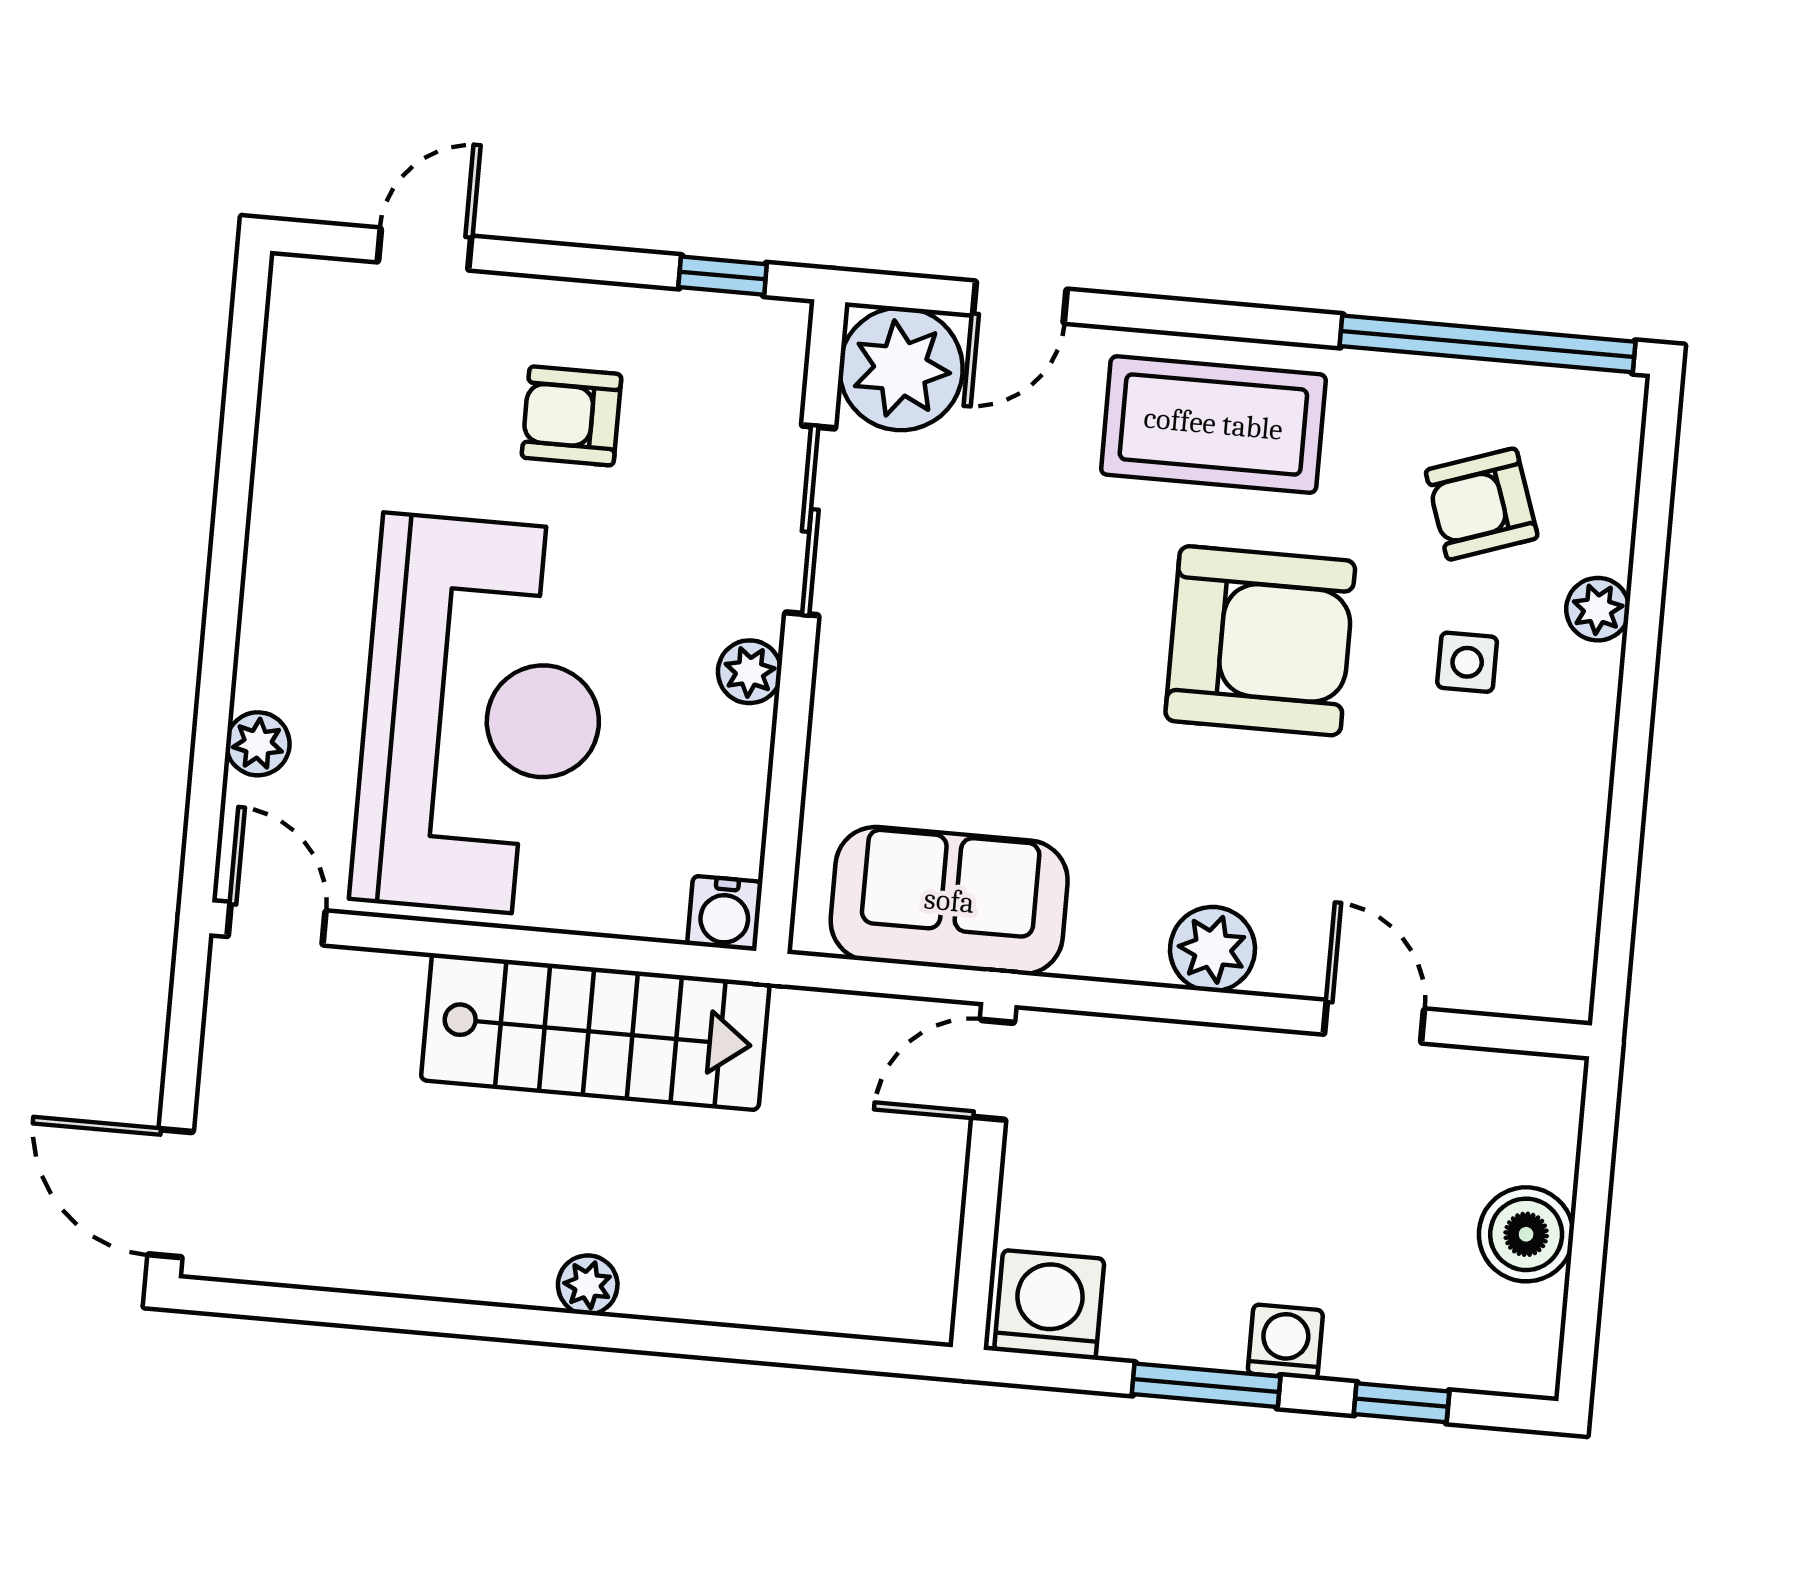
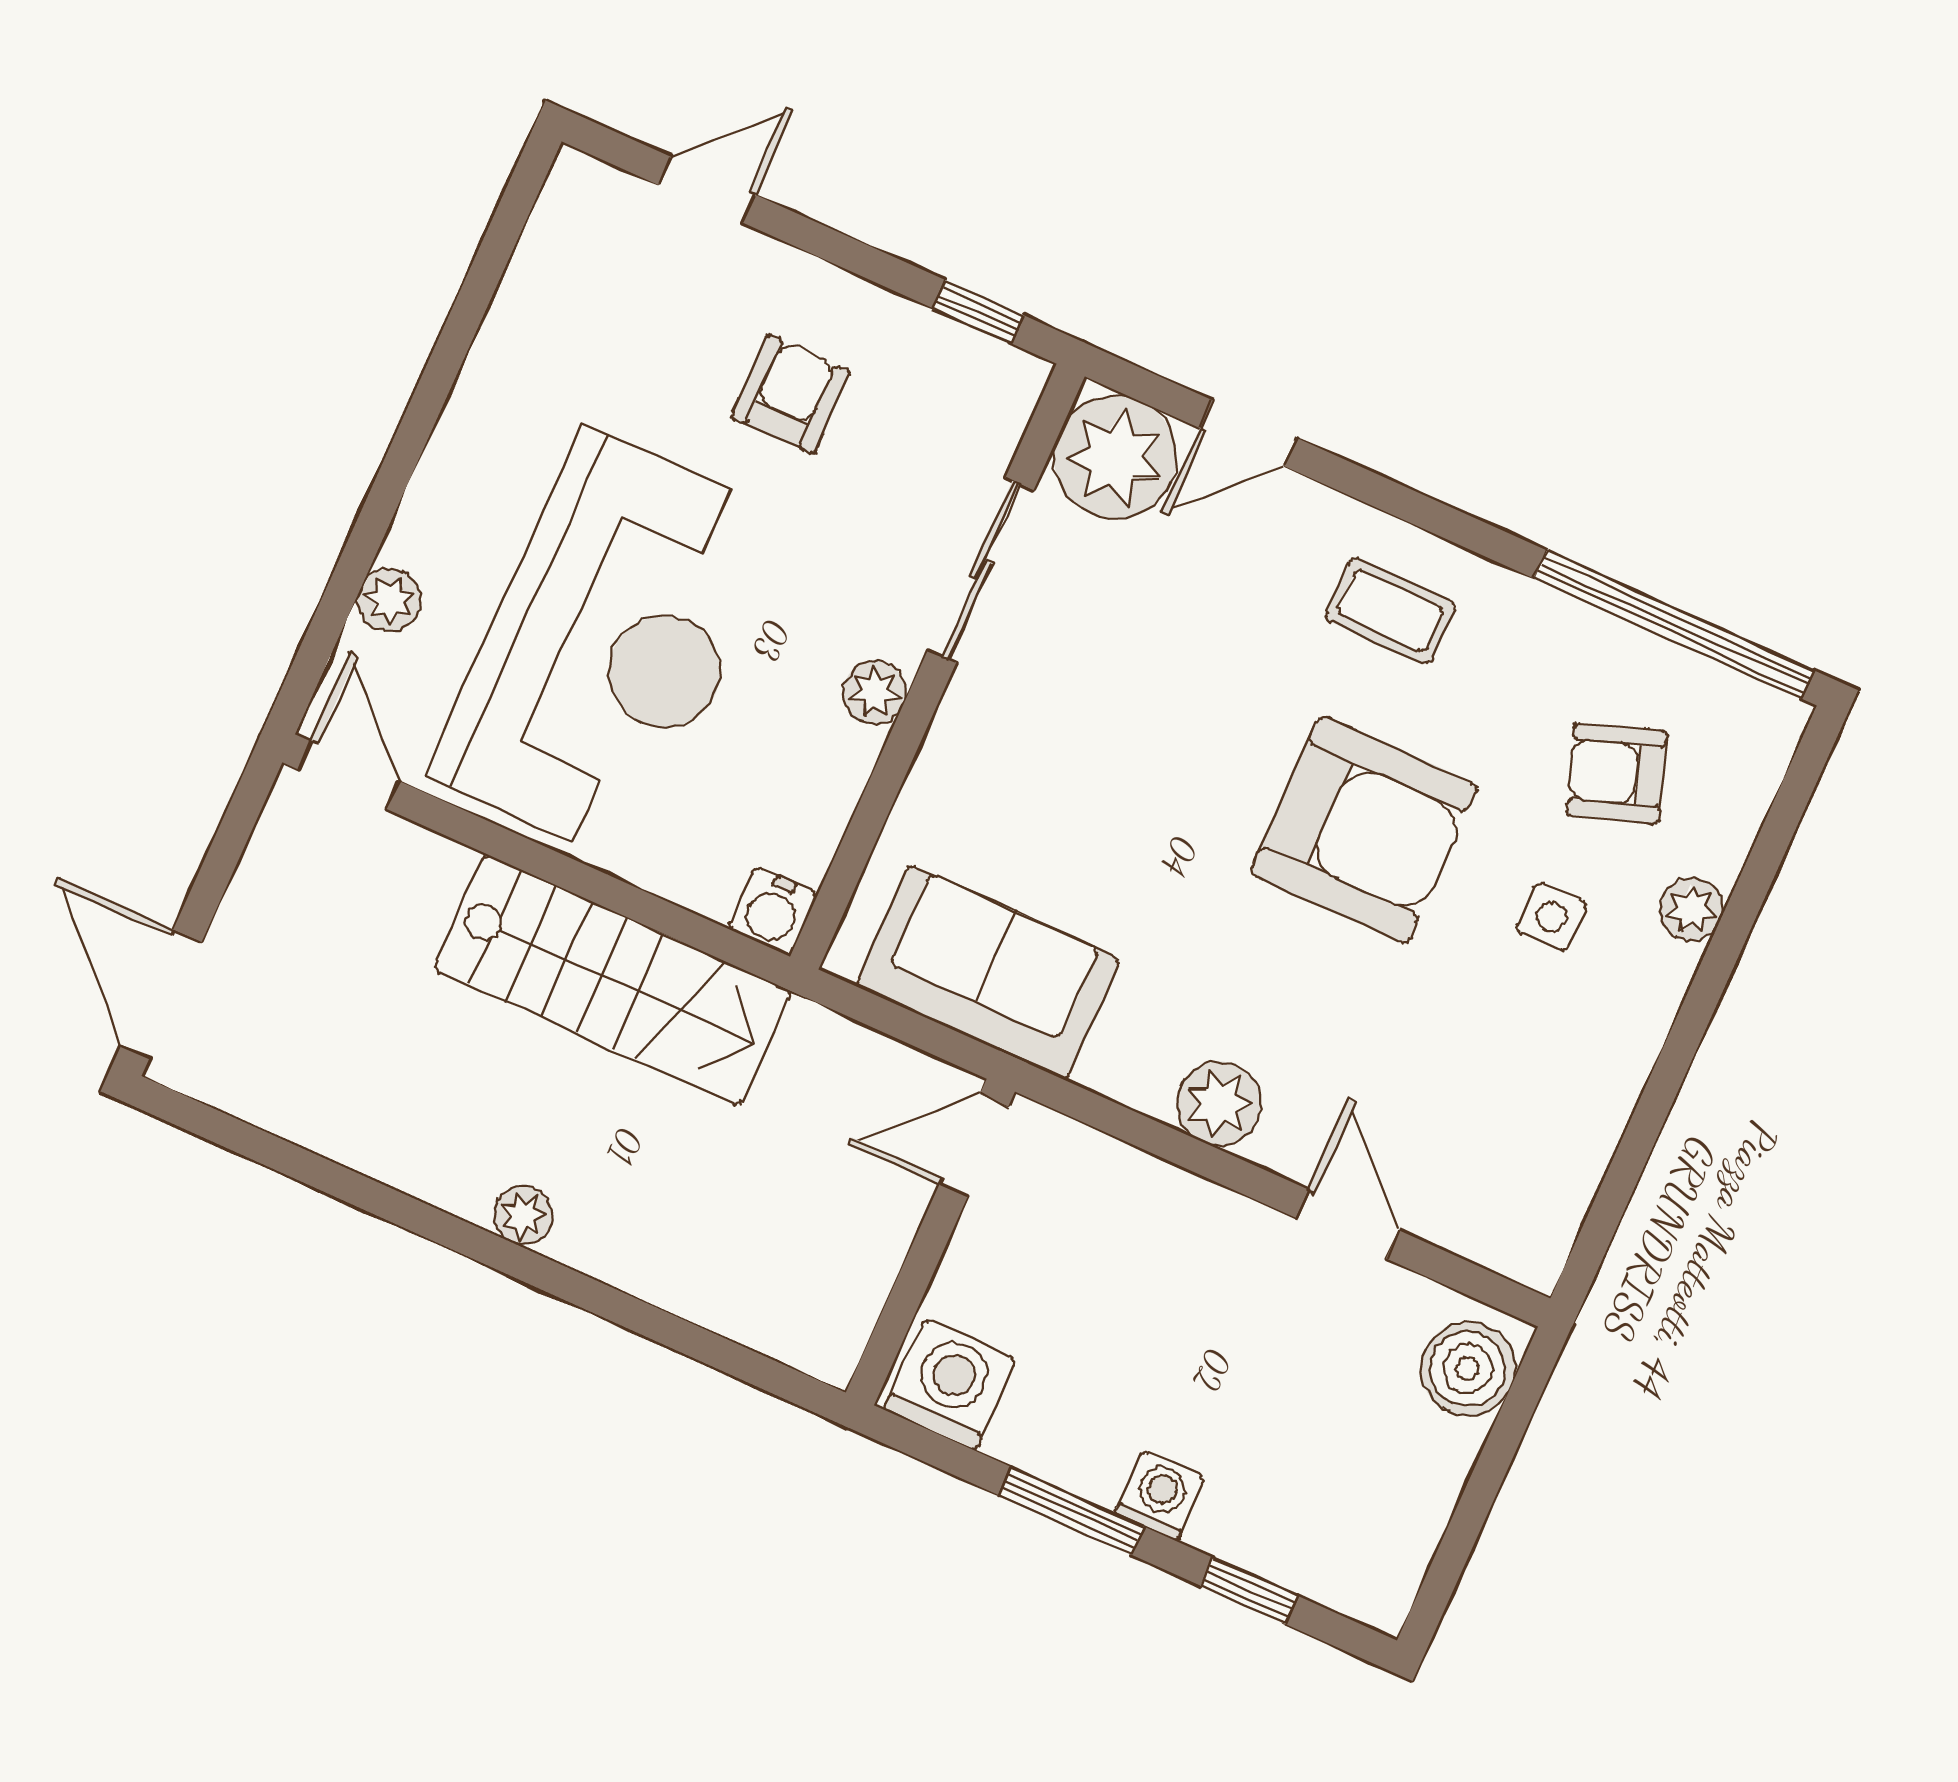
armchair: (571, 416) -> (791, 394), turned 90
coffee table: (1213, 424) -> (1391, 611), width x0.54, depth x0.58
boiler: (1526, 1234) -> (1468, 1369), moved

